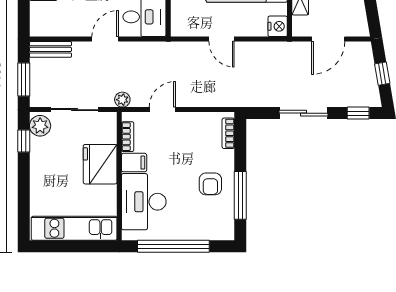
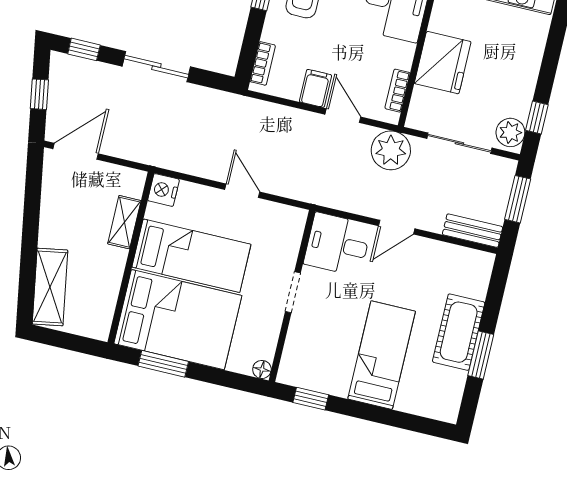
door: (328, 39) -> (76, 151), moved
plant: (122, 100) -> (391, 150), width x1.88, depth x1.88
door: (162, 110) -> (343, 116), swing flipped
filing cabinet: (134, 163) -> (315, 88), moved, turned 90

